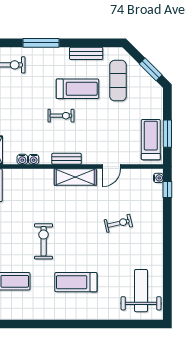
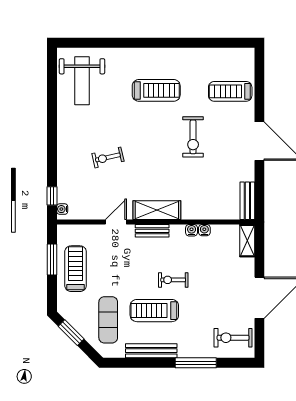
bench: (86, 53) -> (151, 351), width x1.36
treadmill: (151, 140) -> (76, 269), moved, turned 180
water cooler: (22, 159) -> (192, 230), moved
bench: (67, 159) -> (152, 231), moved

